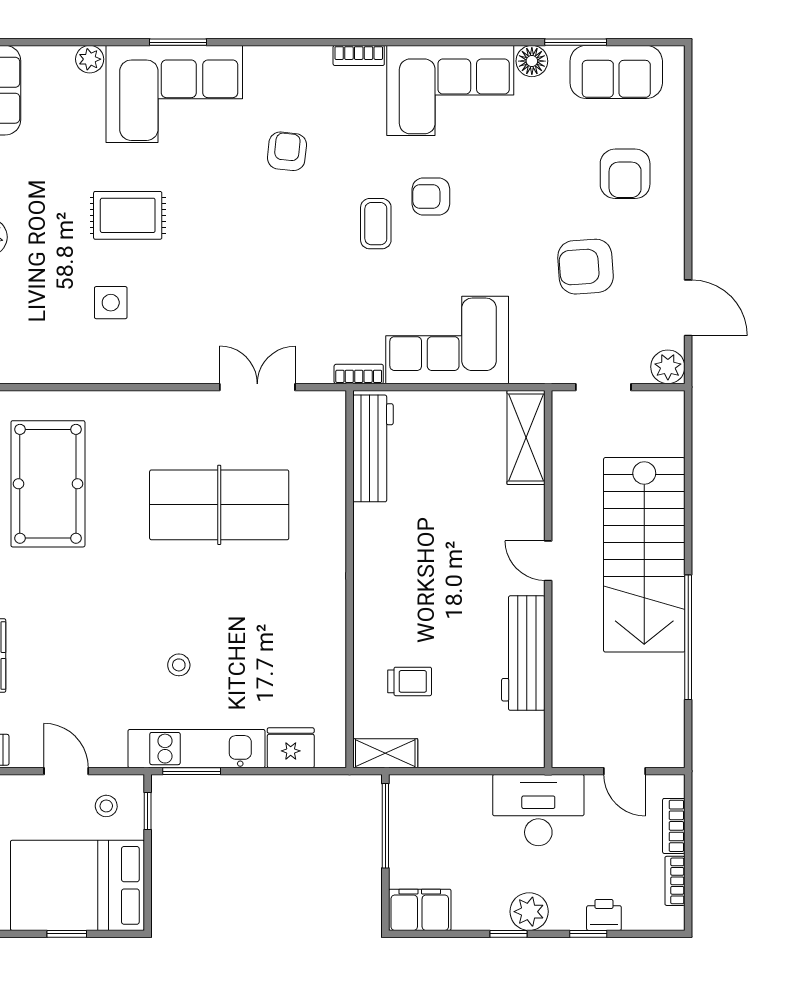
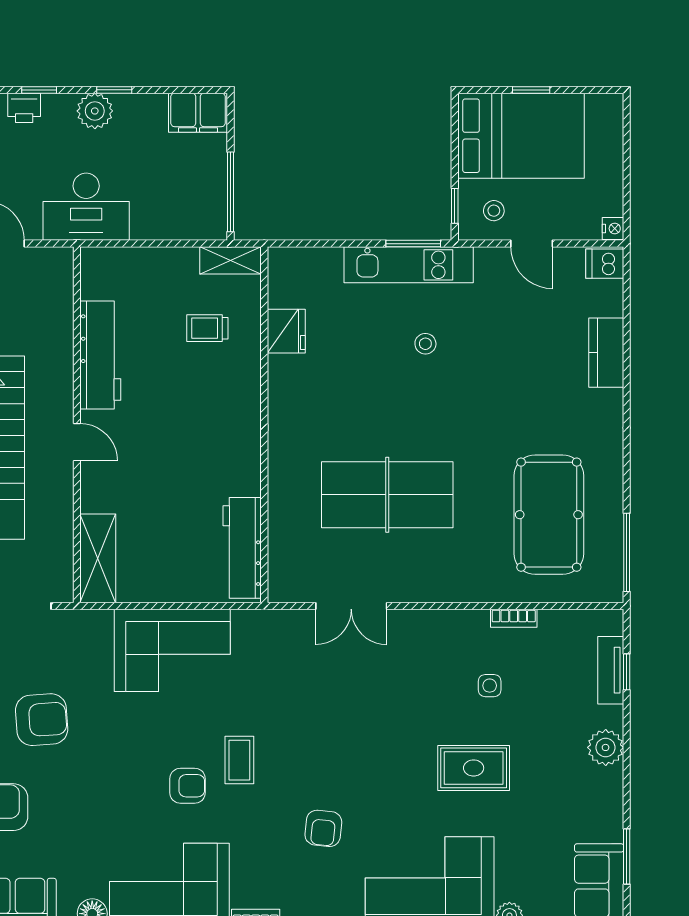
side table: (111, 303) -> (490, 686), width x0.73, depth x0.73
bookcase: (359, 374) -> (514, 618), moved
fridge: (291, 748) -> (286, 331), moved, turned -90

